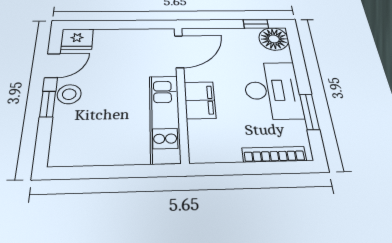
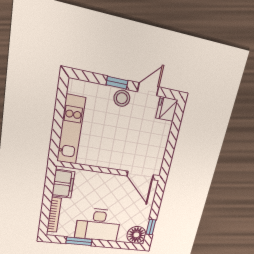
door: (52, 66) -> (148, 89), swing flipped
filing cabinet: (200, 100) -> (63, 184), moved, turned -90
kitchen unit: (165, 118) -> (71, 130), moved, turned 90

